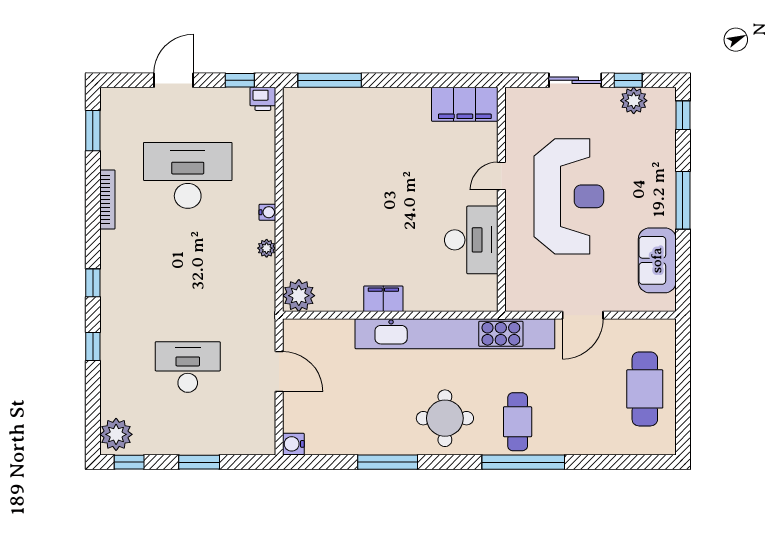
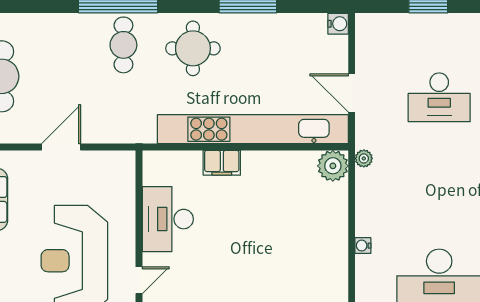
plant: (267, 248) -> (364, 158), moved
filing cabinet: (383, 299) -> (222, 163), moved
kitchen unit: (455, 334) -> (253, 129), moved

